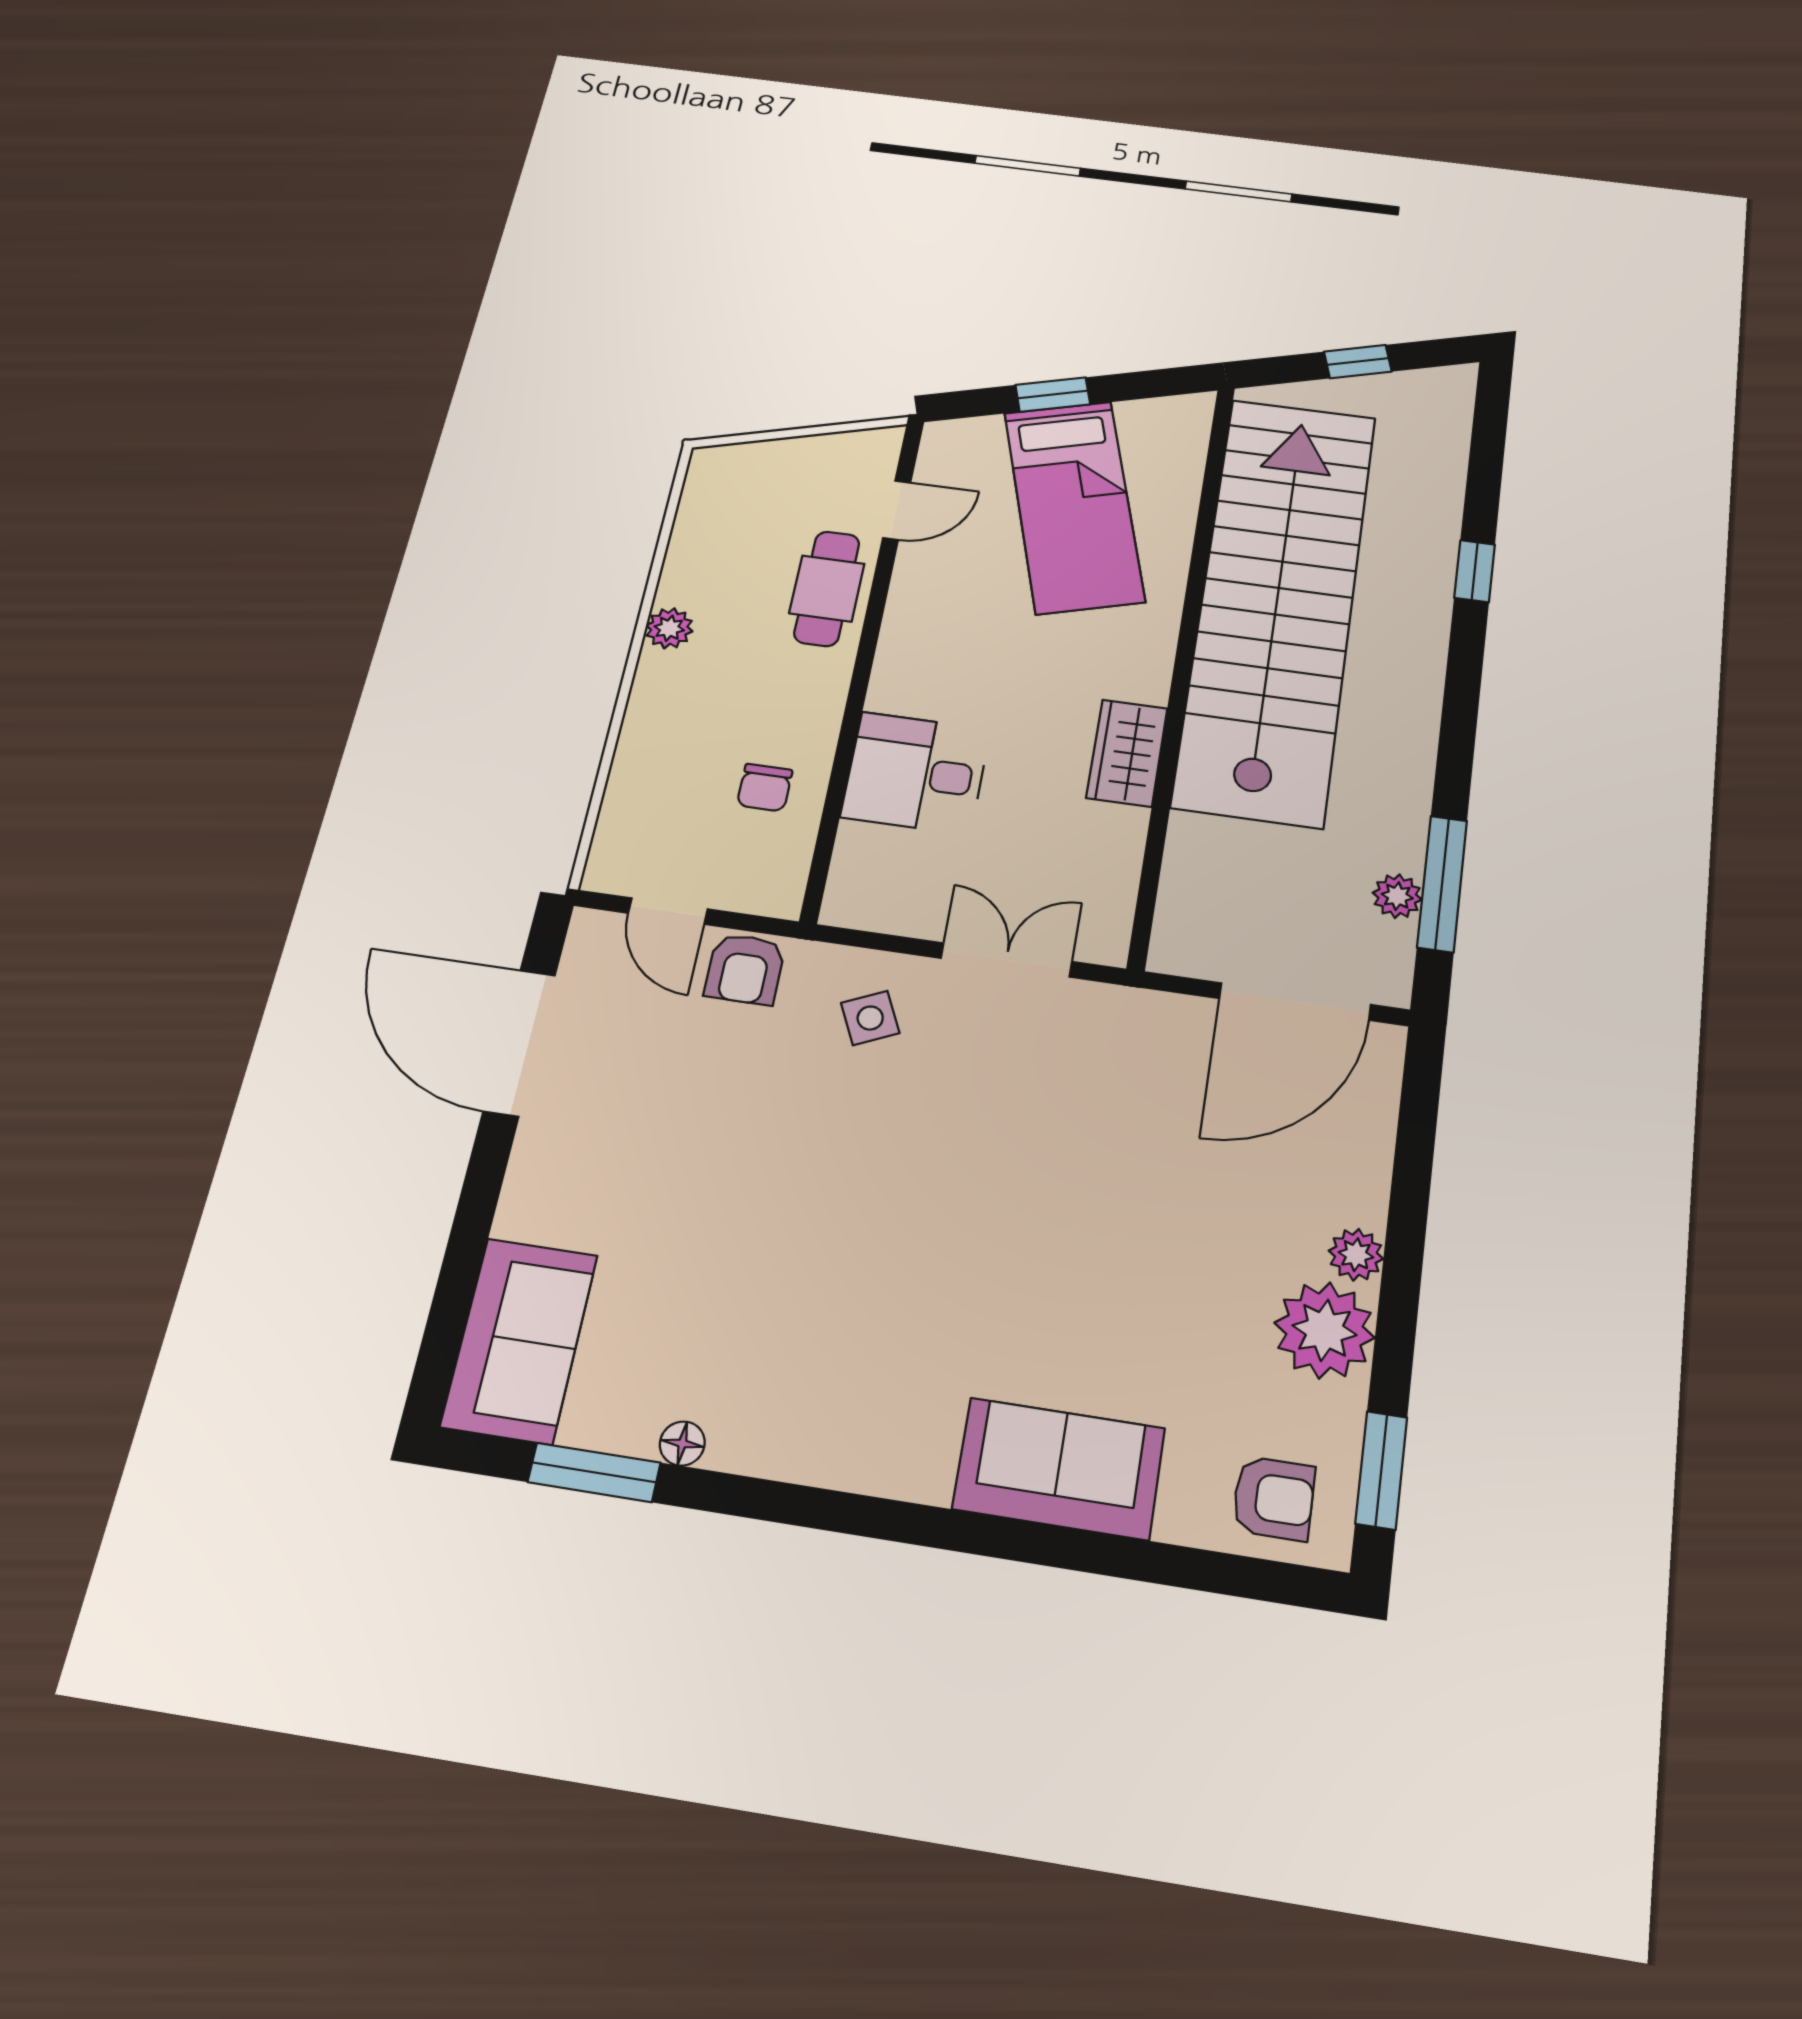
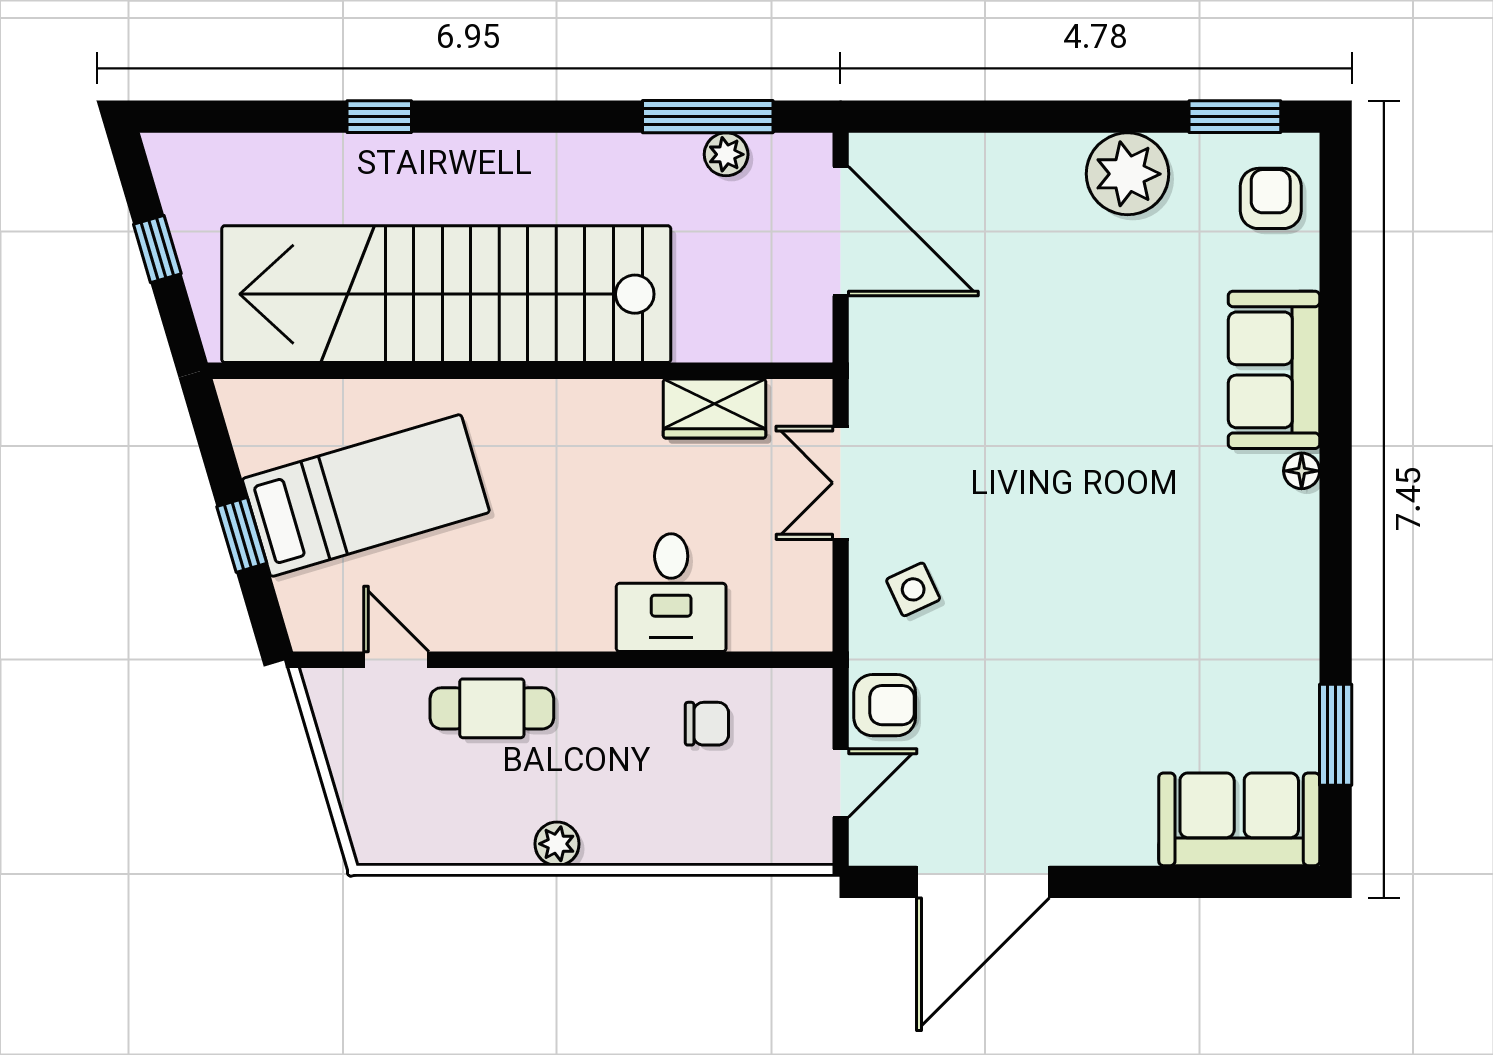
wardrobe: (1127, 753) -> (714, 408), moved
plant: (1356, 1255) -> (1059, 155), removed
floor lamp: (682, 1444) -> (1302, 471), moved

